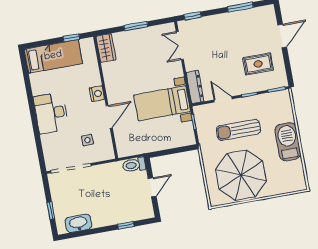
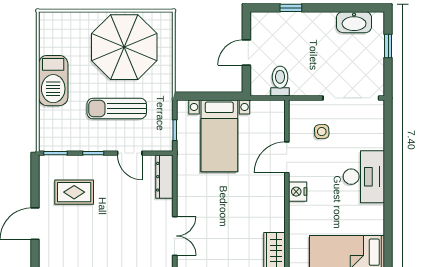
bed with nightstands: (162, 103) -> (219, 136), moved, turned 90
sun lounger: (238, 130) -> (117, 108), turned 180
toilet: (134, 165) -> (280, 81), moved, turned -90

